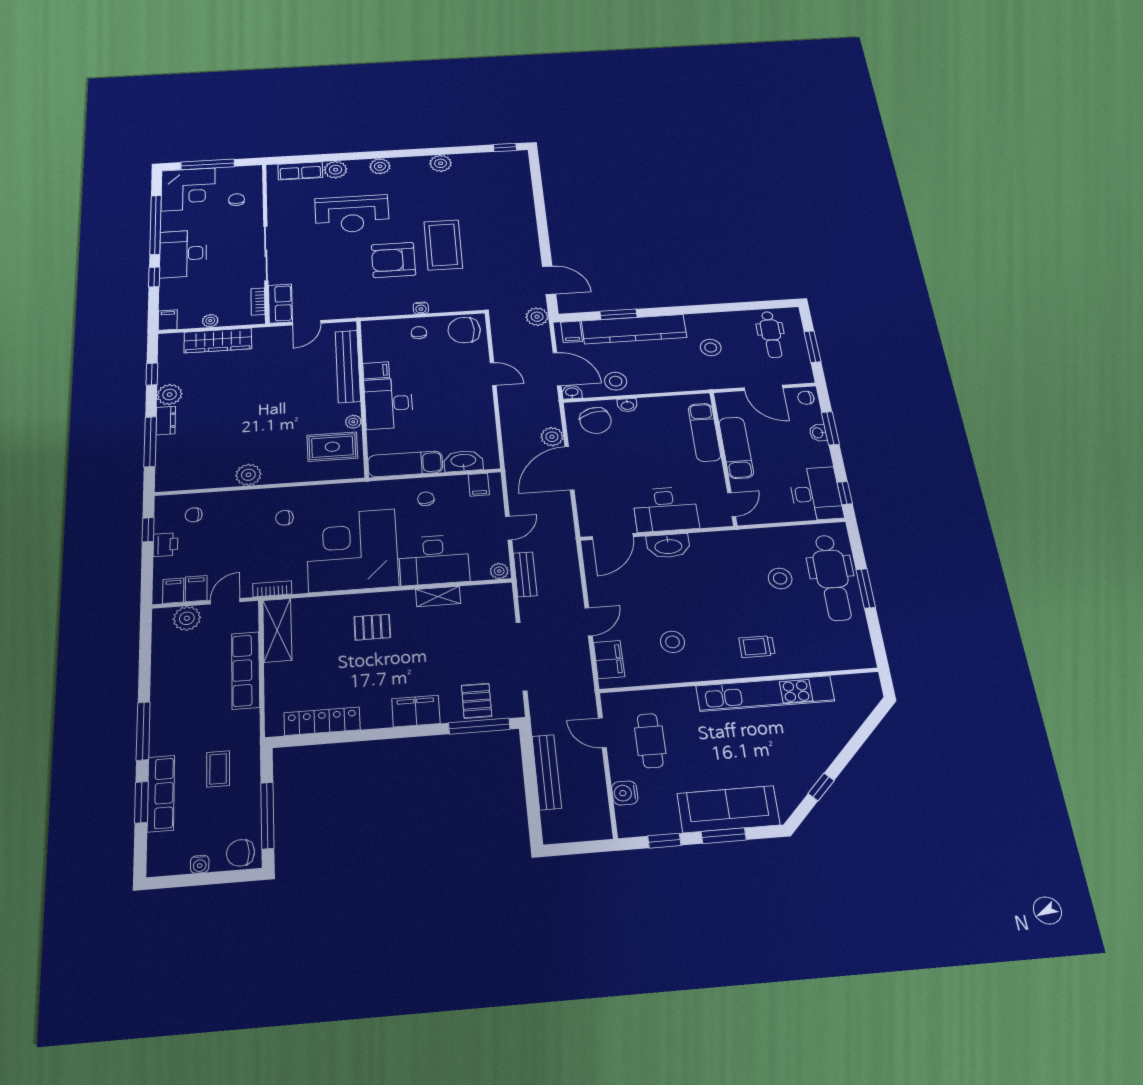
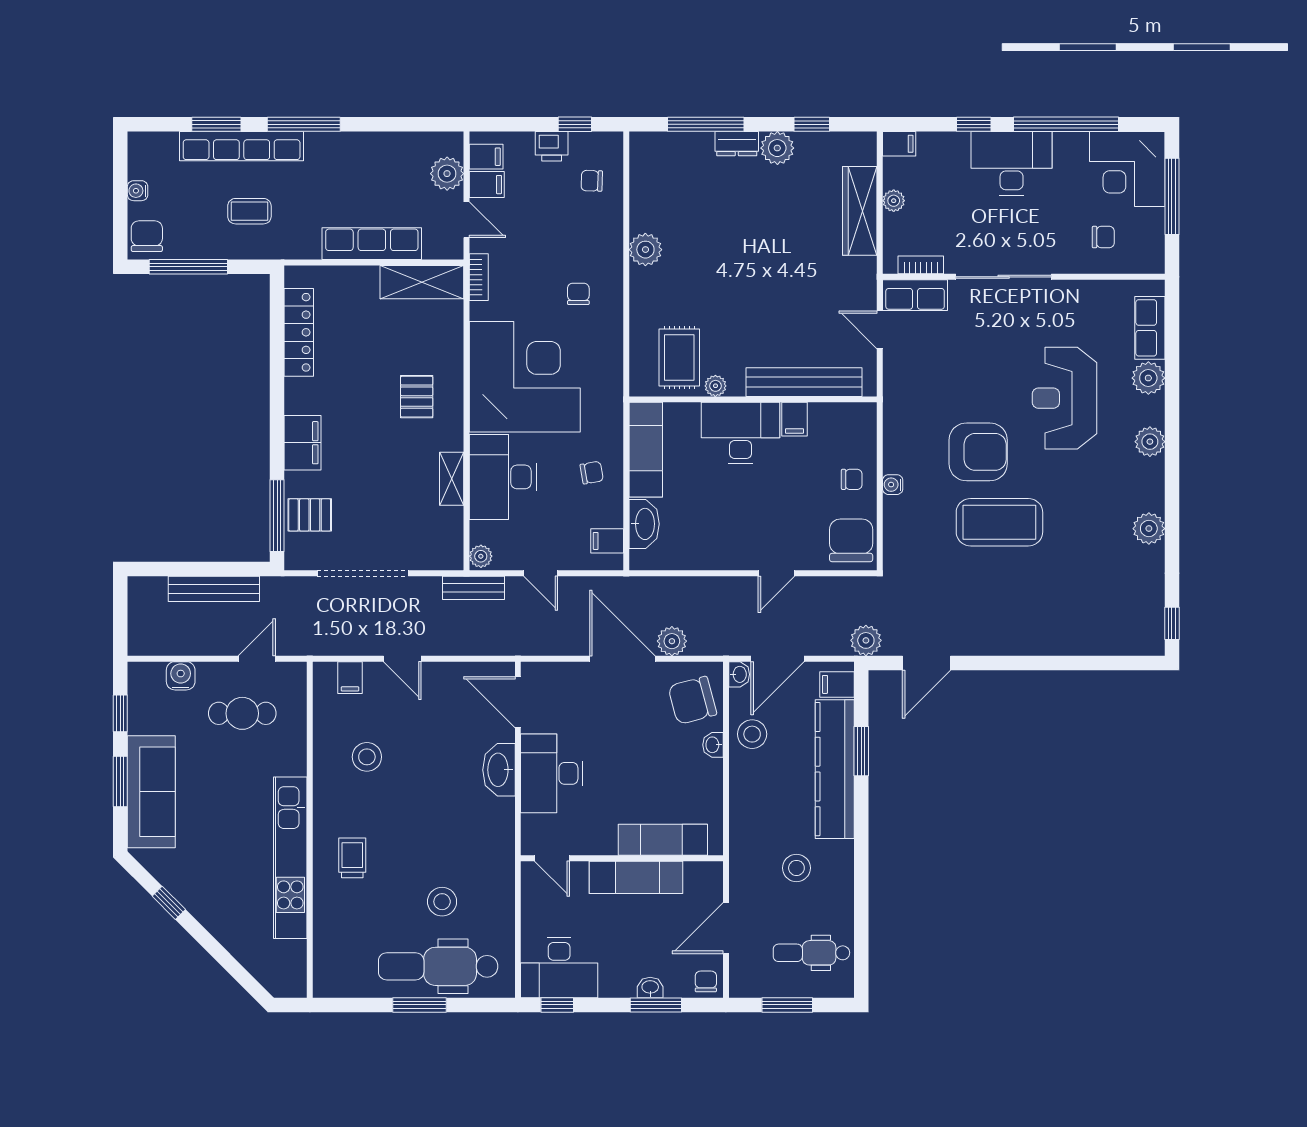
armchair: (393, 260) -> (978, 452), turned 90
chair: (194, 515) -> (592, 181), turned -88
filing cabinet: (609, 659) -> (350, 678), width x0.50
row of seats: (161, 793) -> (242, 146), width x1.36

